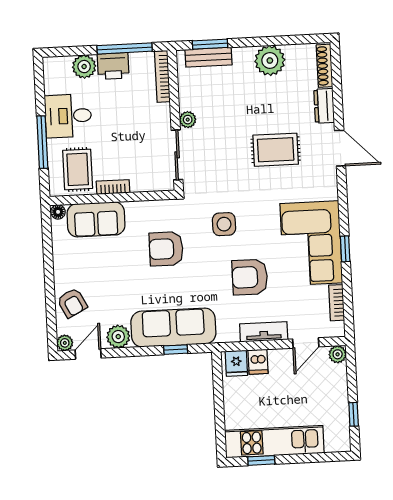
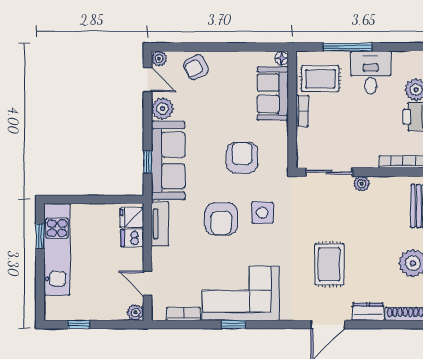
armchair: (250, 277) -> (221, 219), moved, turned 180
tv unit: (264, 332) -> (160, 224), moved

